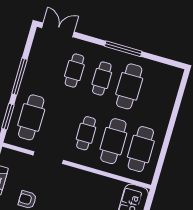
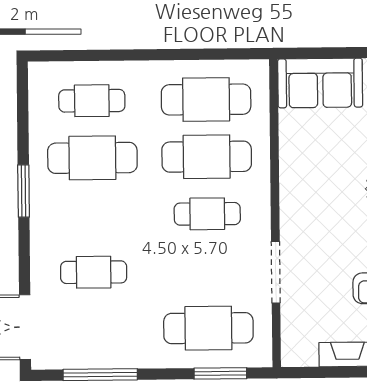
window: (123, 49) -> (24, 191), width x0.69
window: (19, 77) -> (100, 375), moved
cafe table: (102, 78) -> (92, 101), moved

